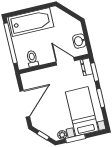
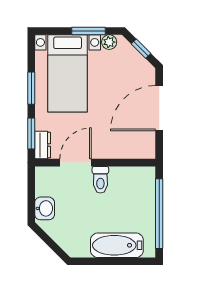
bathtub: (31, 22) -> (117, 245), width x0.73, depth x0.73
washbasin: (79, 41) -> (45, 208), moved
toilet: (32, 59) -> (100, 180), moved
door: (65, 61) -> (76, 163), swing flipped

